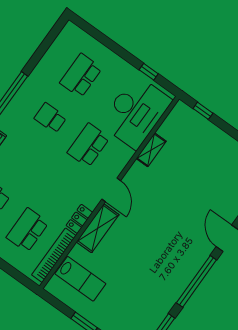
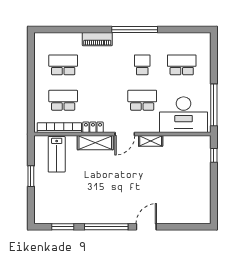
window: (149, 72) -> (214, 105), width x3.17
shelving: (151, 150) -> (151, 141), moved

